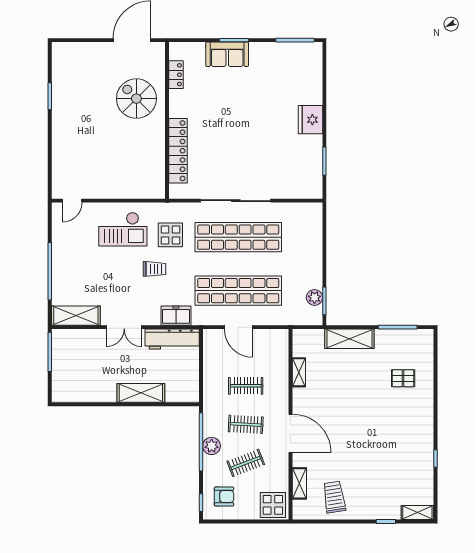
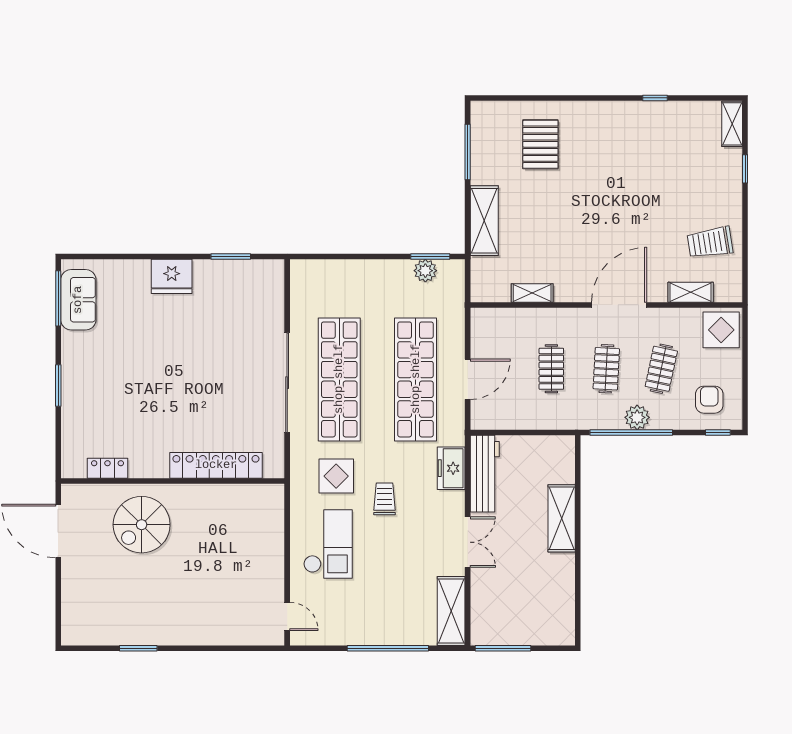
sofa: (227, 54) -> (78, 300), moved
pallet: (403, 378) -> (540, 144), width x1.50, depth x1.42
clothes rail: (246, 463) -> (661, 369), turned 33

